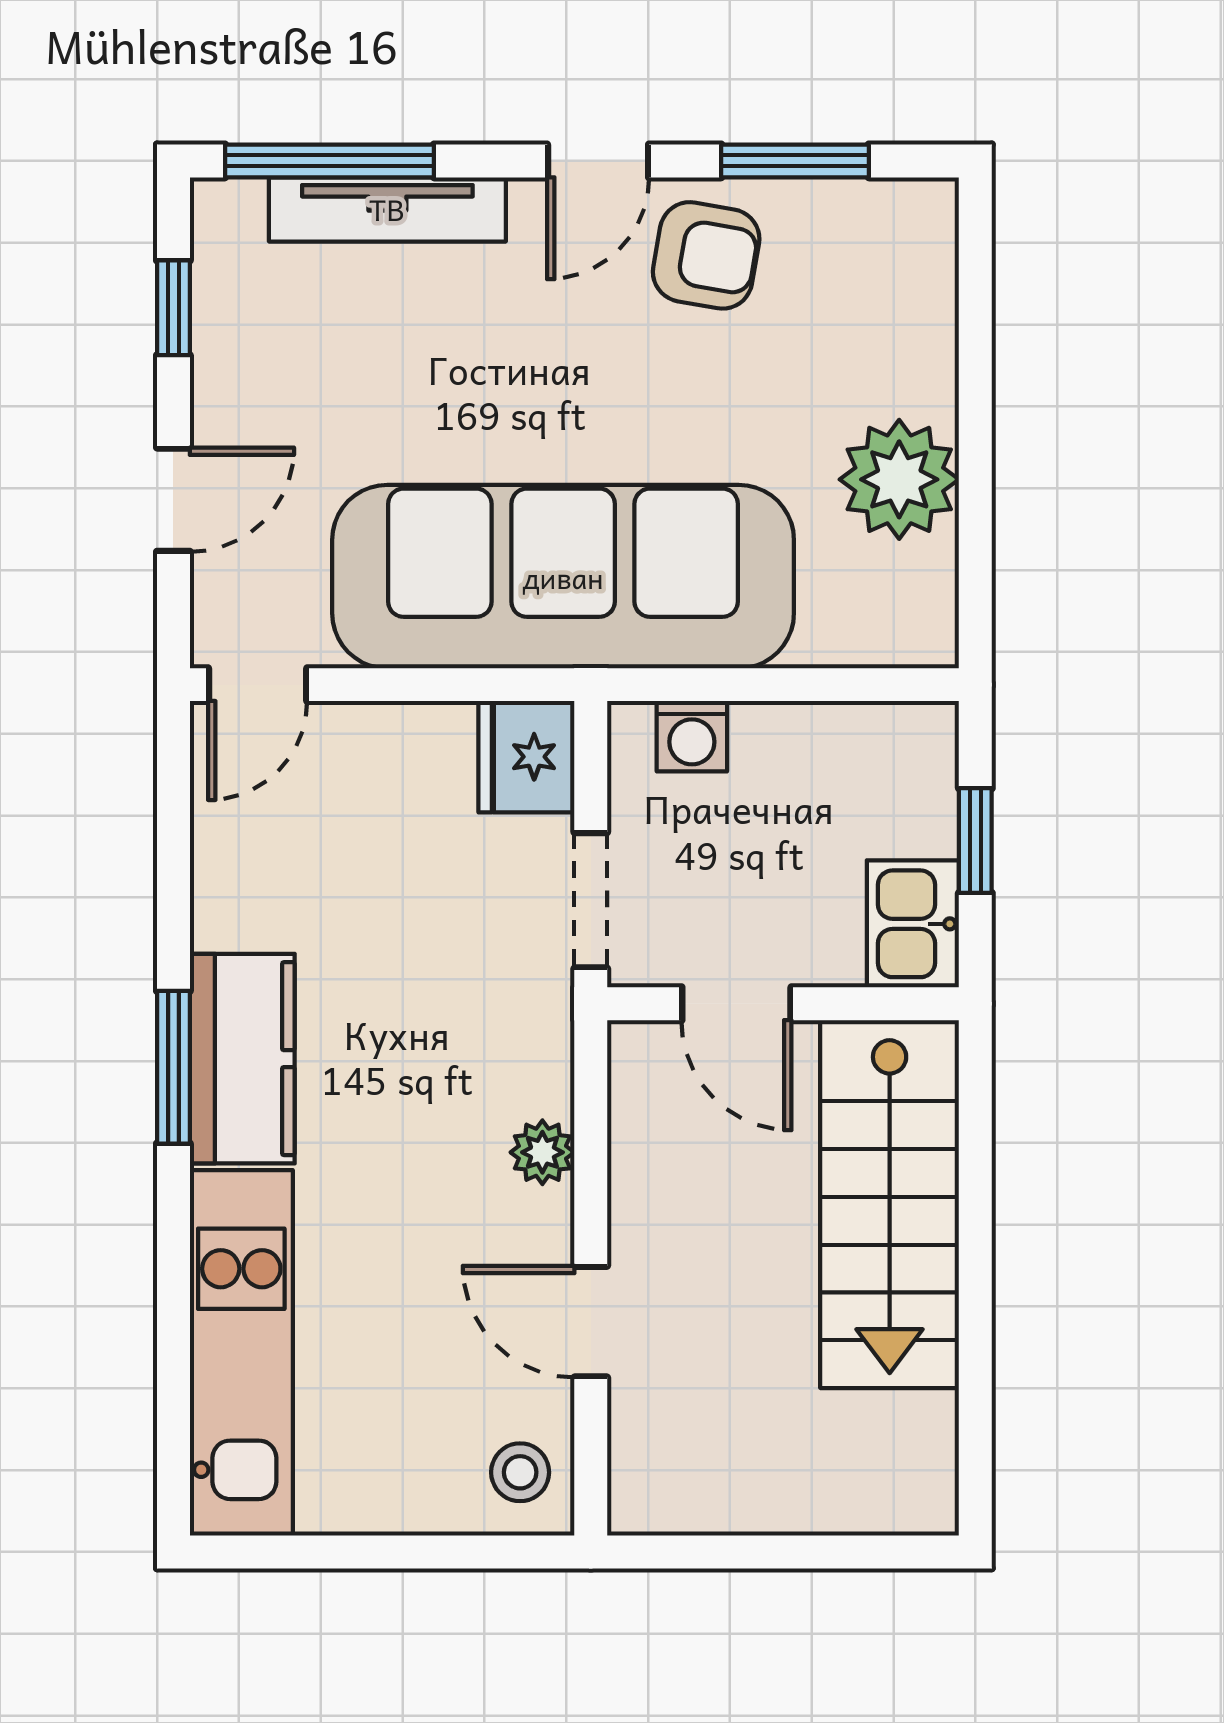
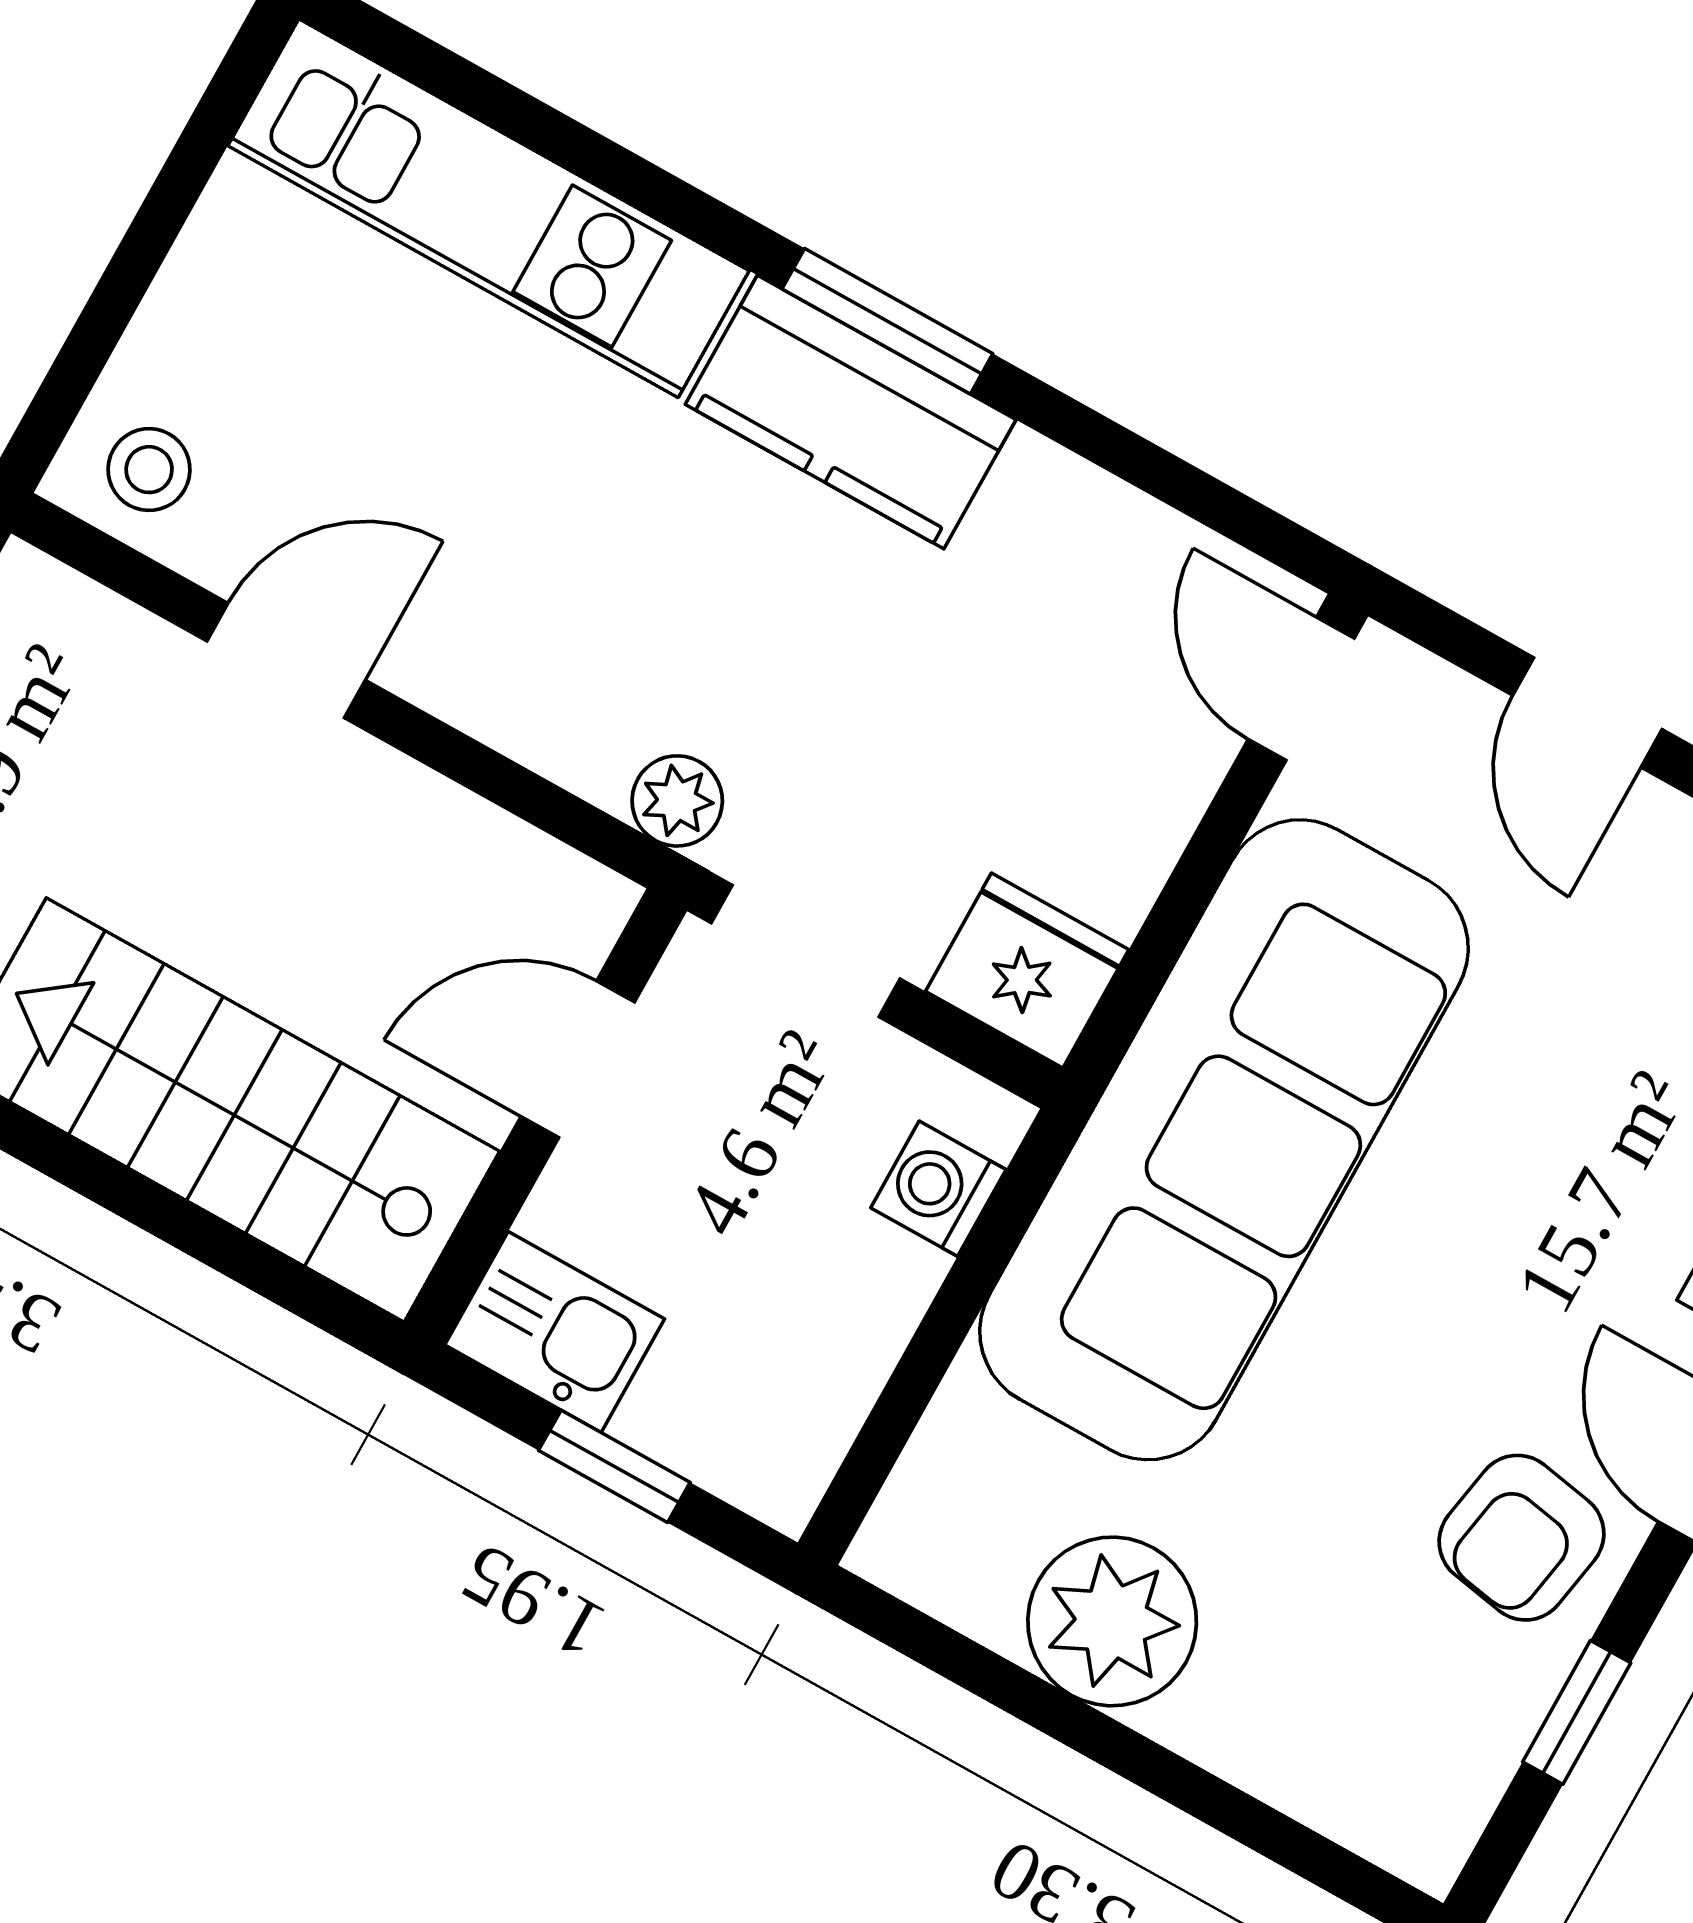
window: (795, 161) -> (1577, 1712), width x0.67
plant: (542, 1152) -> (677, 801), moved

